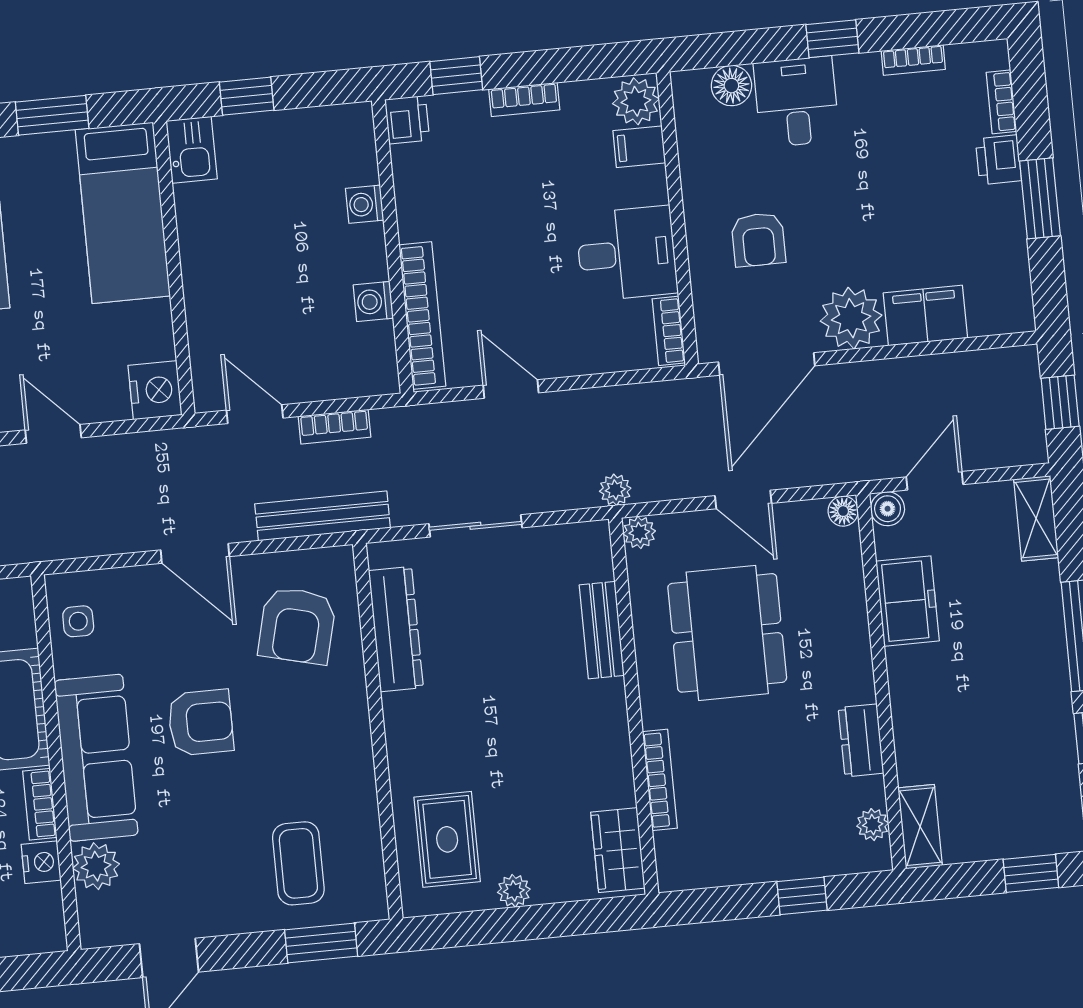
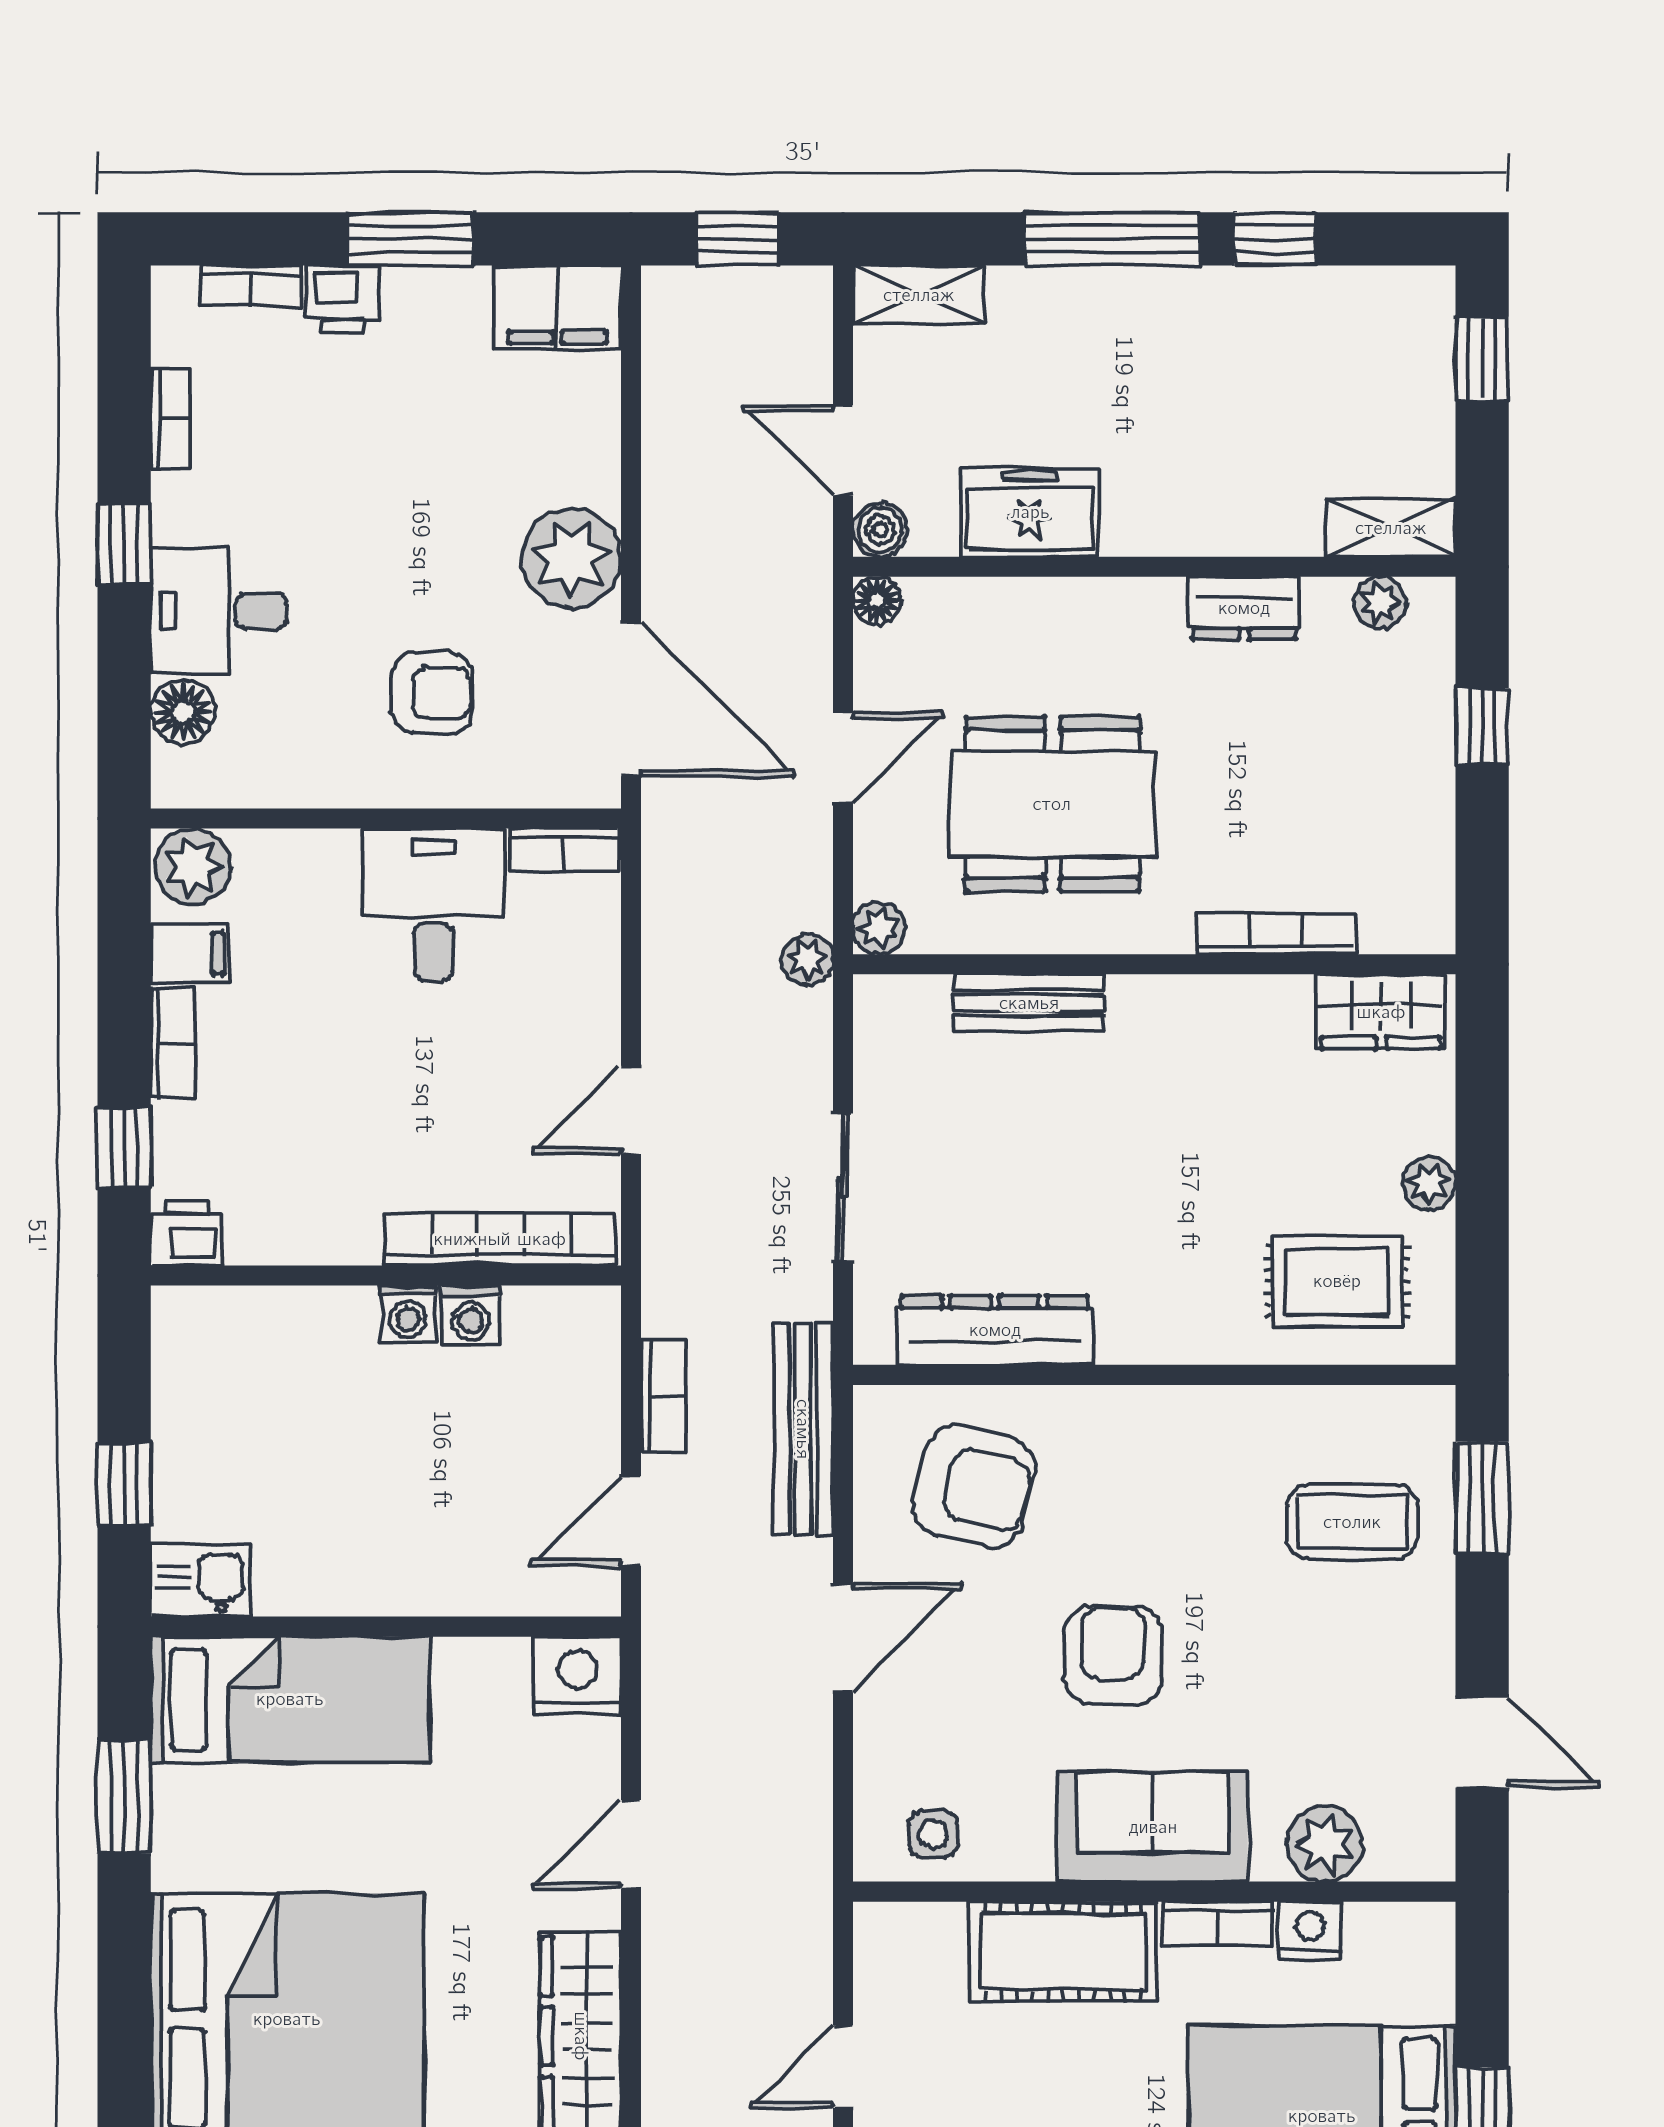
filing cabinet: (639, 147) -> (190, 953), moved, turned -90
washing machine: (365, 204) -> (408, 1314), moved
filing cabinet: (925, 315) -> (557, 308), moved, turned -90
sofa: (96, 758) -> (1153, 1827), width x0.73

